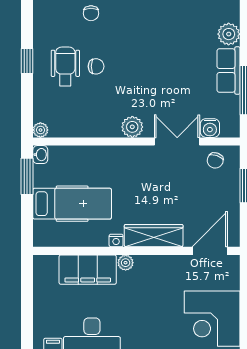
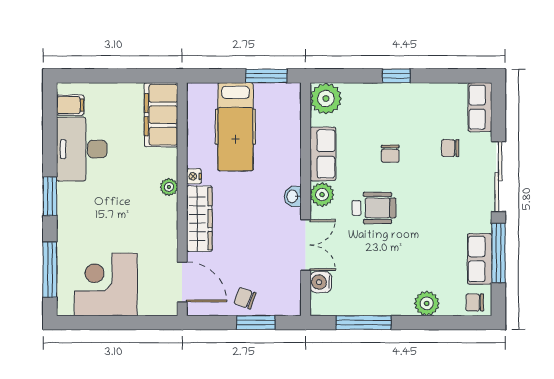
wheelchair: (65, 66) -> (374, 208), moved
row of seats: (228, 71) -> (323, 154), moved, turned 90
plant: (40, 130) -> (326, 99), width x1.88, depth x1.88
washbasin: (40, 155) -> (293, 196), moved, turned 90
chair: (215, 160) -> (245, 298), moved
filing cabinet: (88, 270) -> (161, 115), moved

